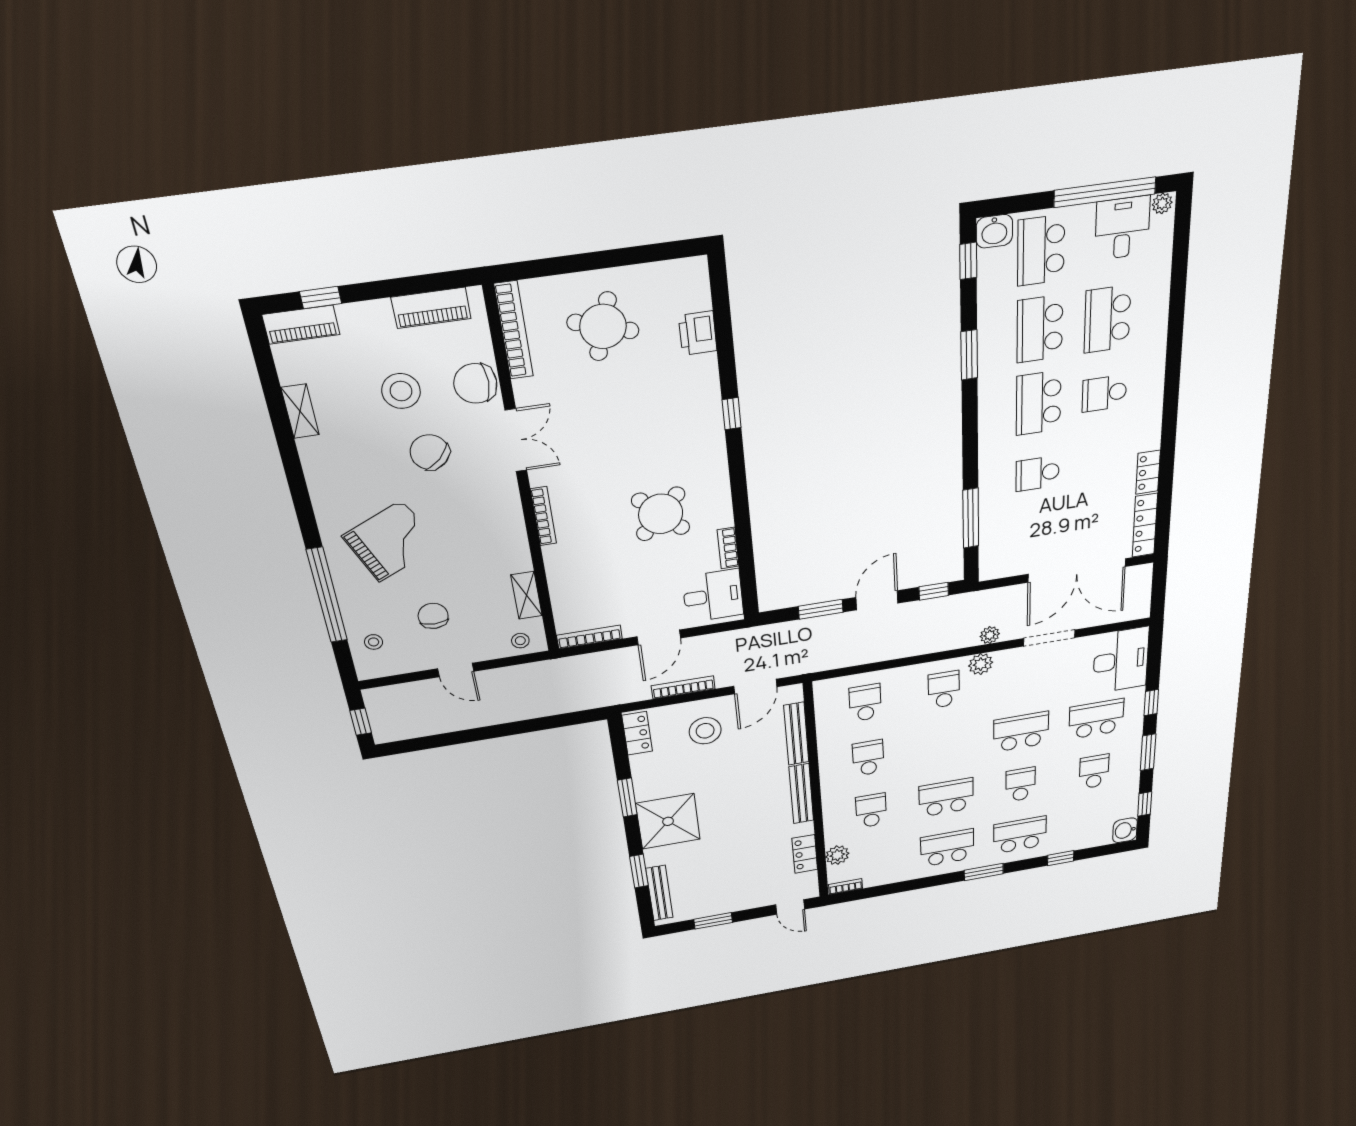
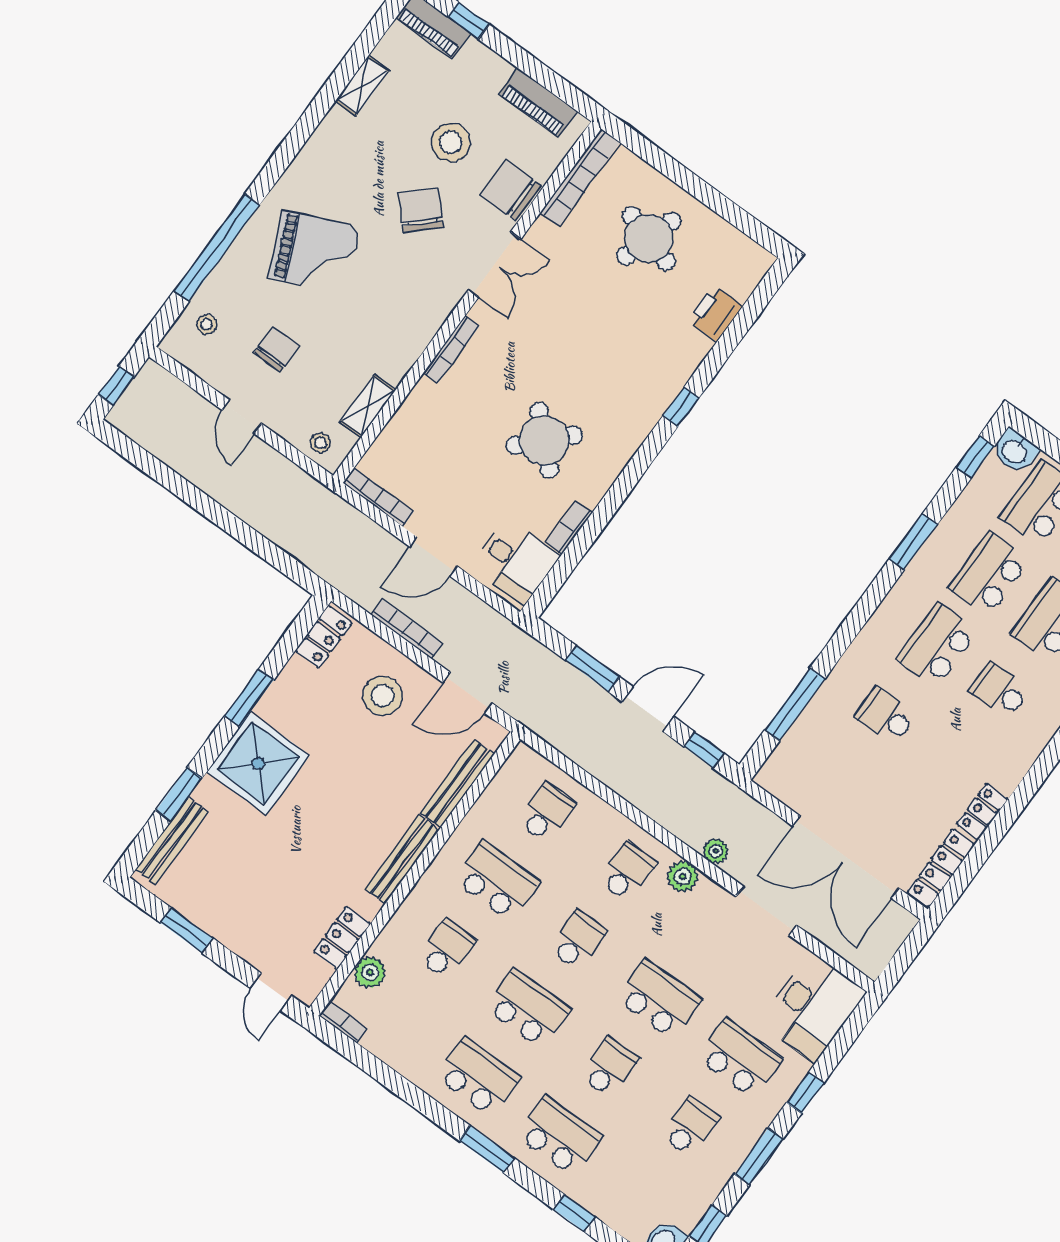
school desk: (945, 745) -> (578, 940), added
school desk: (868, 758) -> (496, 881), width x1.85

